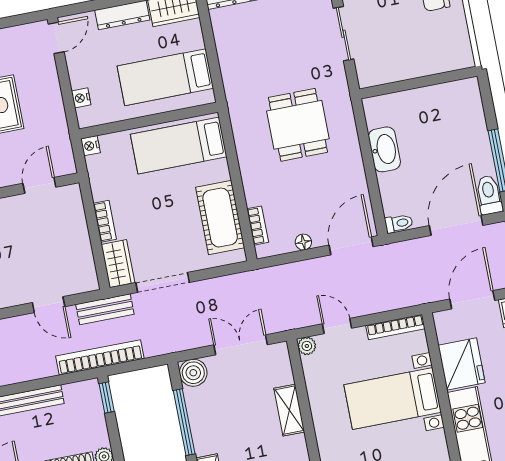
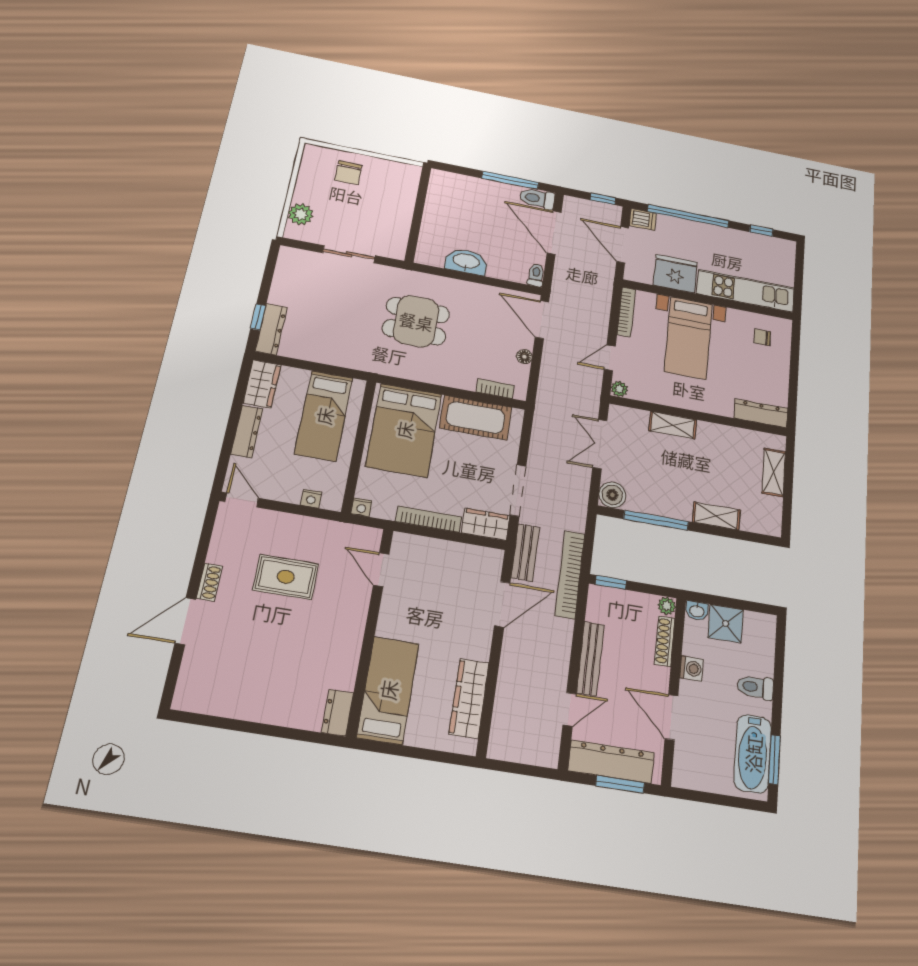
bed: (179, 146) -> (404, 430), width x1.50
bookcase: (105, 221) -> (429, 519), width x1.56
door: (49, 305) -> (502, 604), width x1.38

